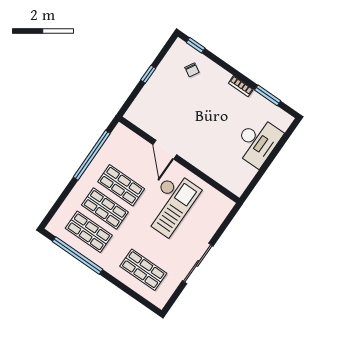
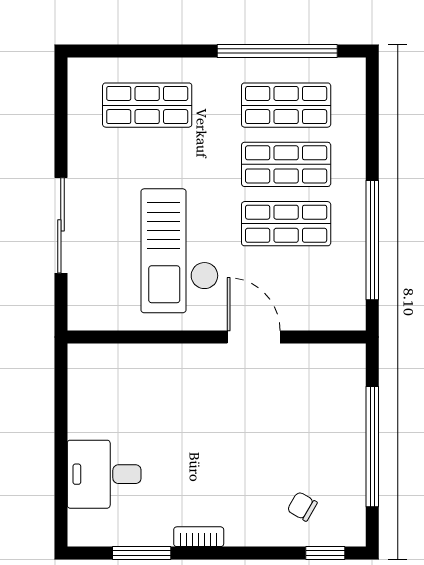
window: (148, 74) -> (372, 447), width x3.17
desk: (257, 142) -> (104, 474), width x0.73
sliding door: (198, 263) -> (61, 225), moved

